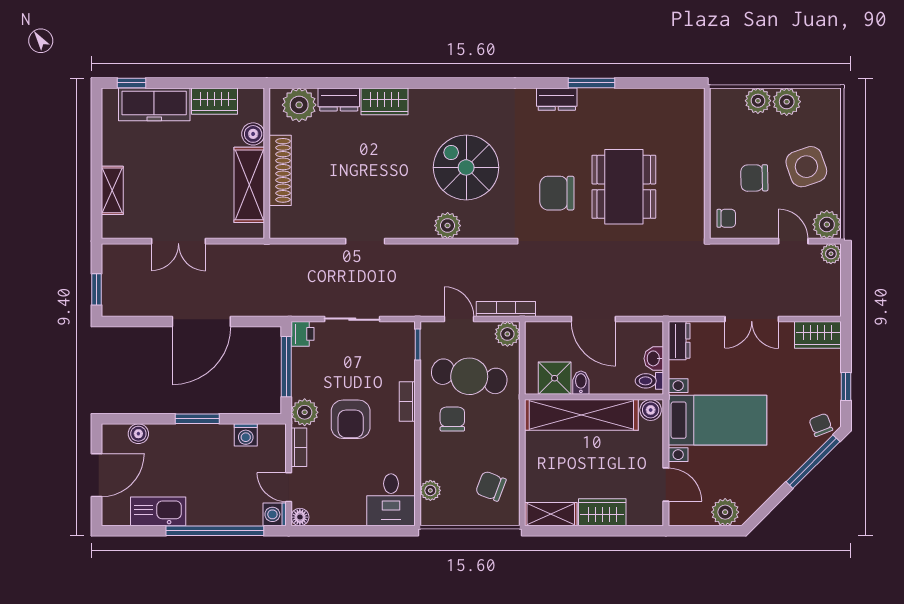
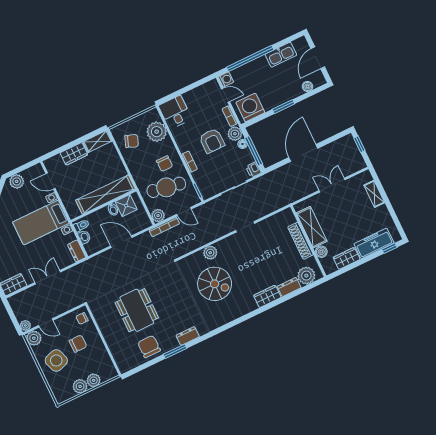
chair: (557, 193) -> (149, 346), moved, turned -90
boiler: (651, 410) -> (74, 212), removed
armchair: (351, 419) -> (212, 141), turned 180
washing machine: (246, 435) -> (250, 108), width x1.89, depth x1.89
plant: (430, 490) -> (157, 132), width x1.88, depth x1.88
floor lamp: (300, 517) -> (243, 144), moved

